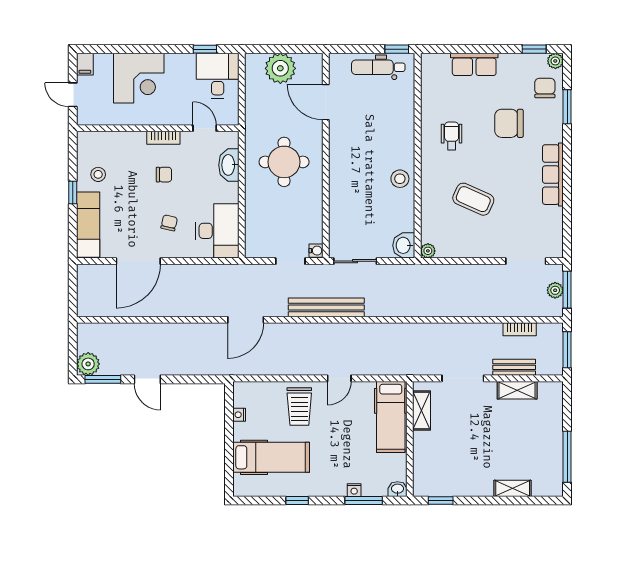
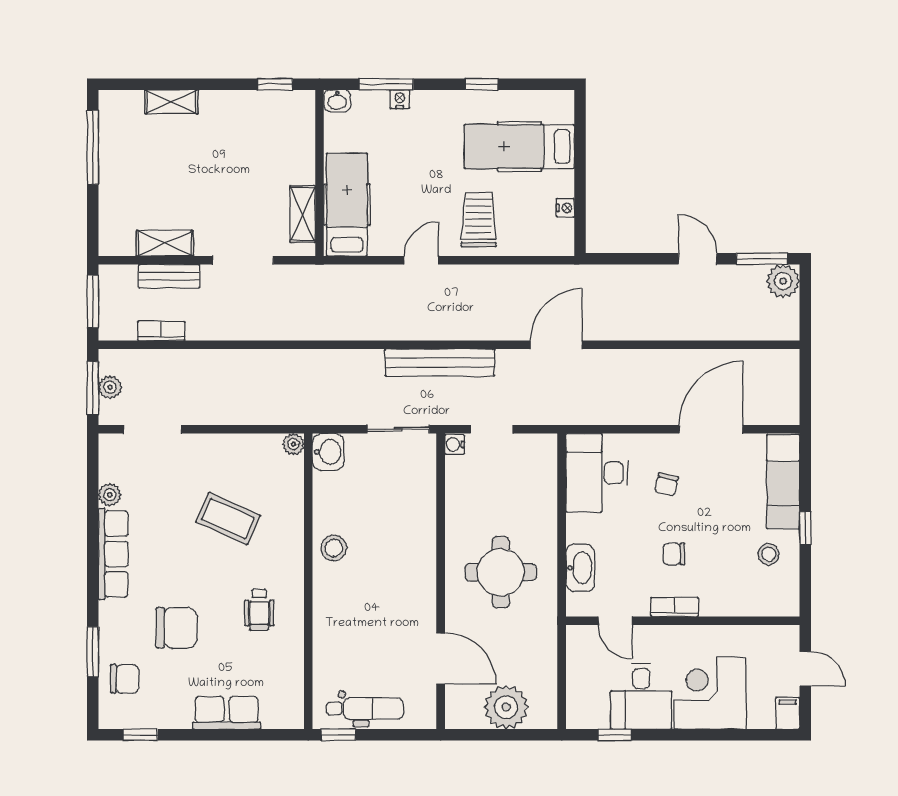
plant: (555, 61) -> (110, 495), moved
desk: (218, 76) -> (641, 696), moved
chair: (545, 88) -> (125, 679), turned -90

